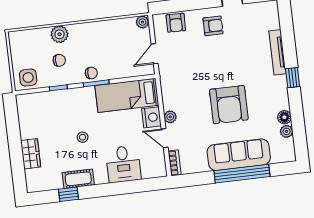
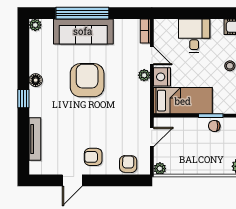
tv unit: (277, 52) -> (35, 139), moved
floor lamp: (284, 117) -> (36, 80), moved
plant: (287, 131) -> (35, 25), moved

